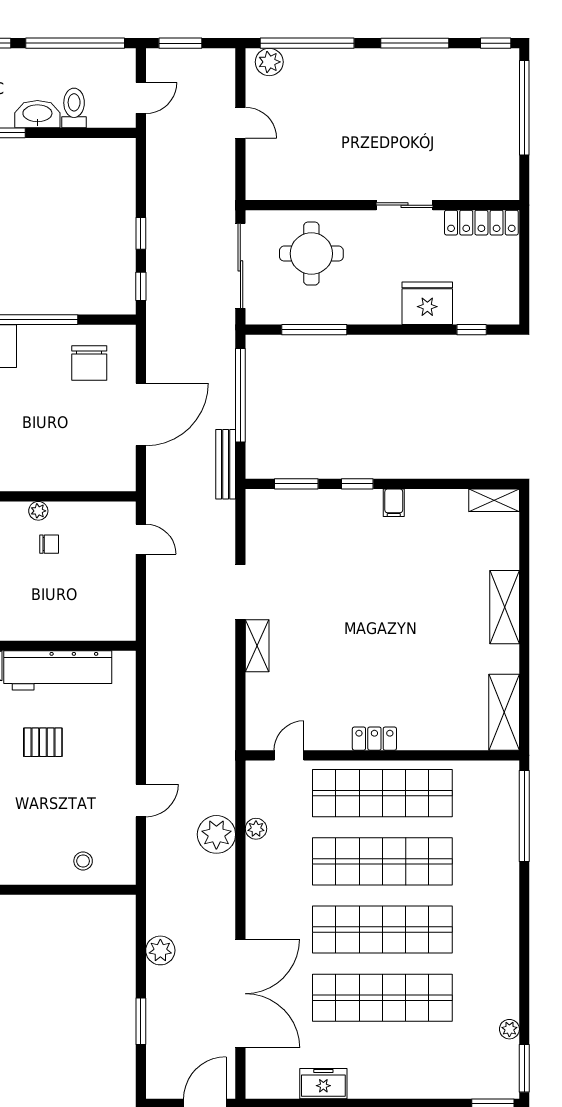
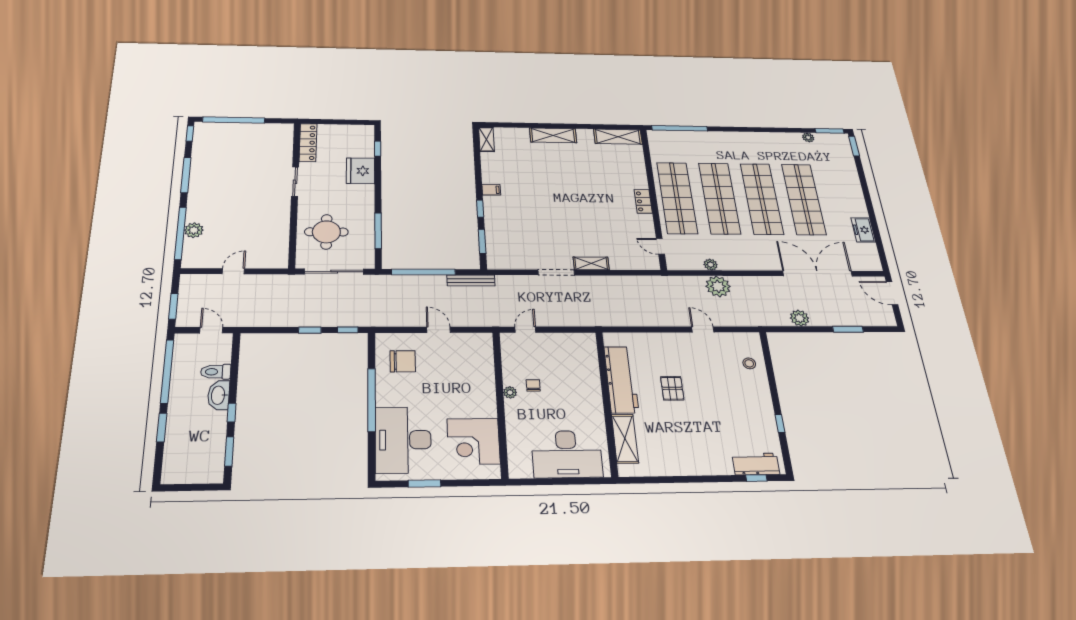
plant: (269, 62) -> (194, 230), moved
door: (141, 414) -> (438, 330), width x0.53

